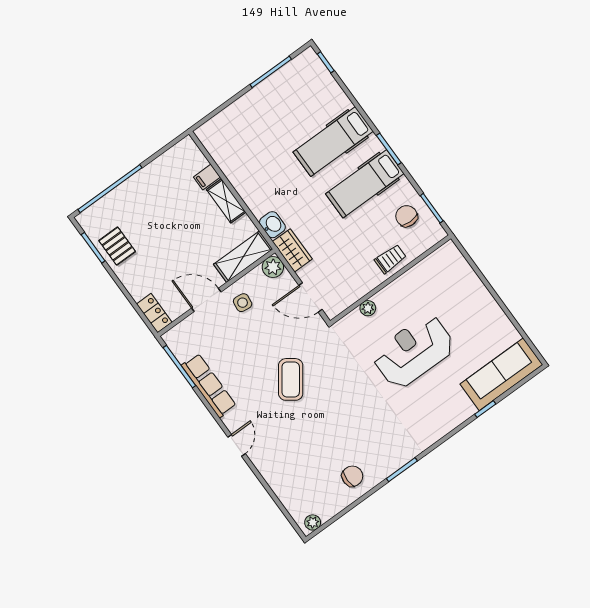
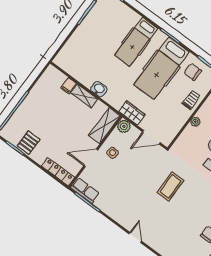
hospital bed: (365, 184) -> (161, 68), width x1.37, depth x1.29
washbasin: (272, 225) -> (99, 89), moved
pallet: (117, 246) -> (29, 143), turned 90
plant: (368, 308) -> (195, 122), moved
locker: (154, 313) -> (58, 172), width x1.53
coffee table: (291, 379) -> (170, 186), moved, turned 54
row of seats: (209, 386) -> (85, 191), moved, width x0.68

